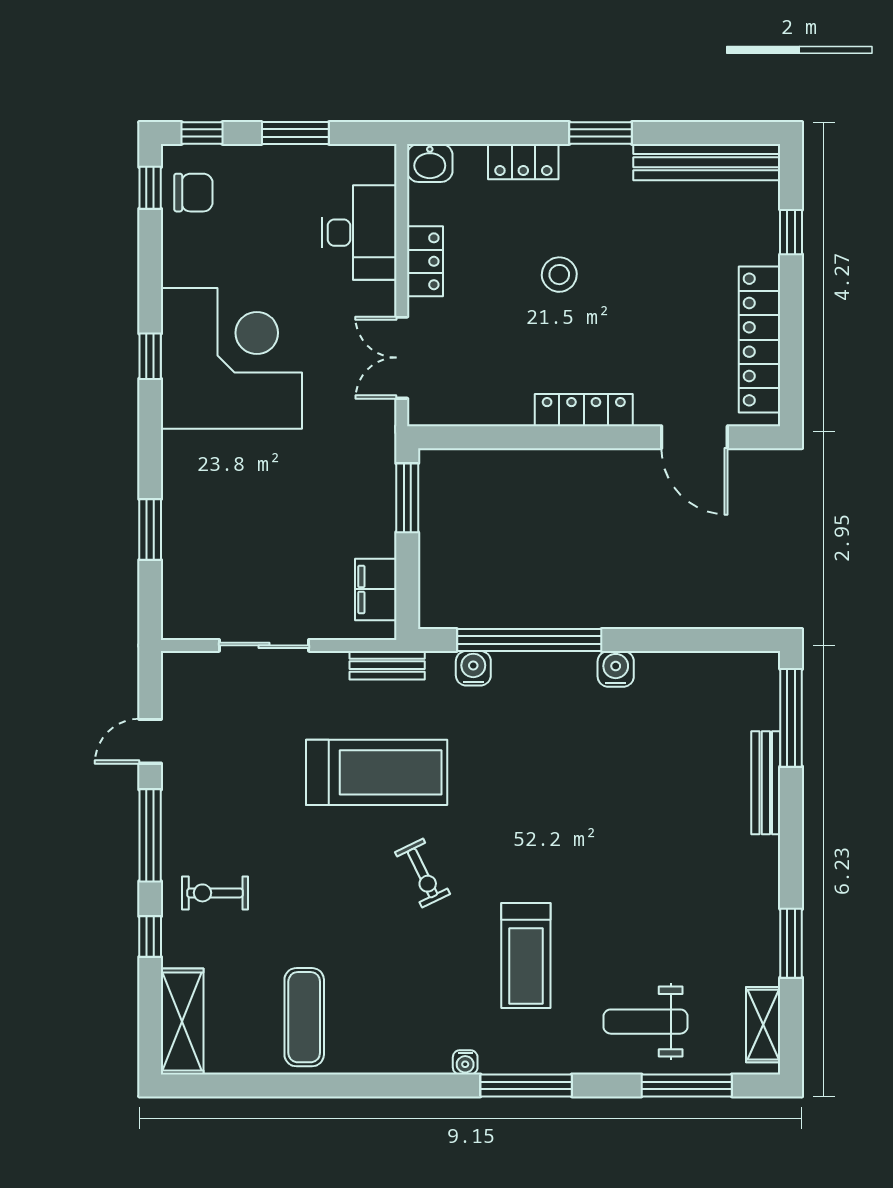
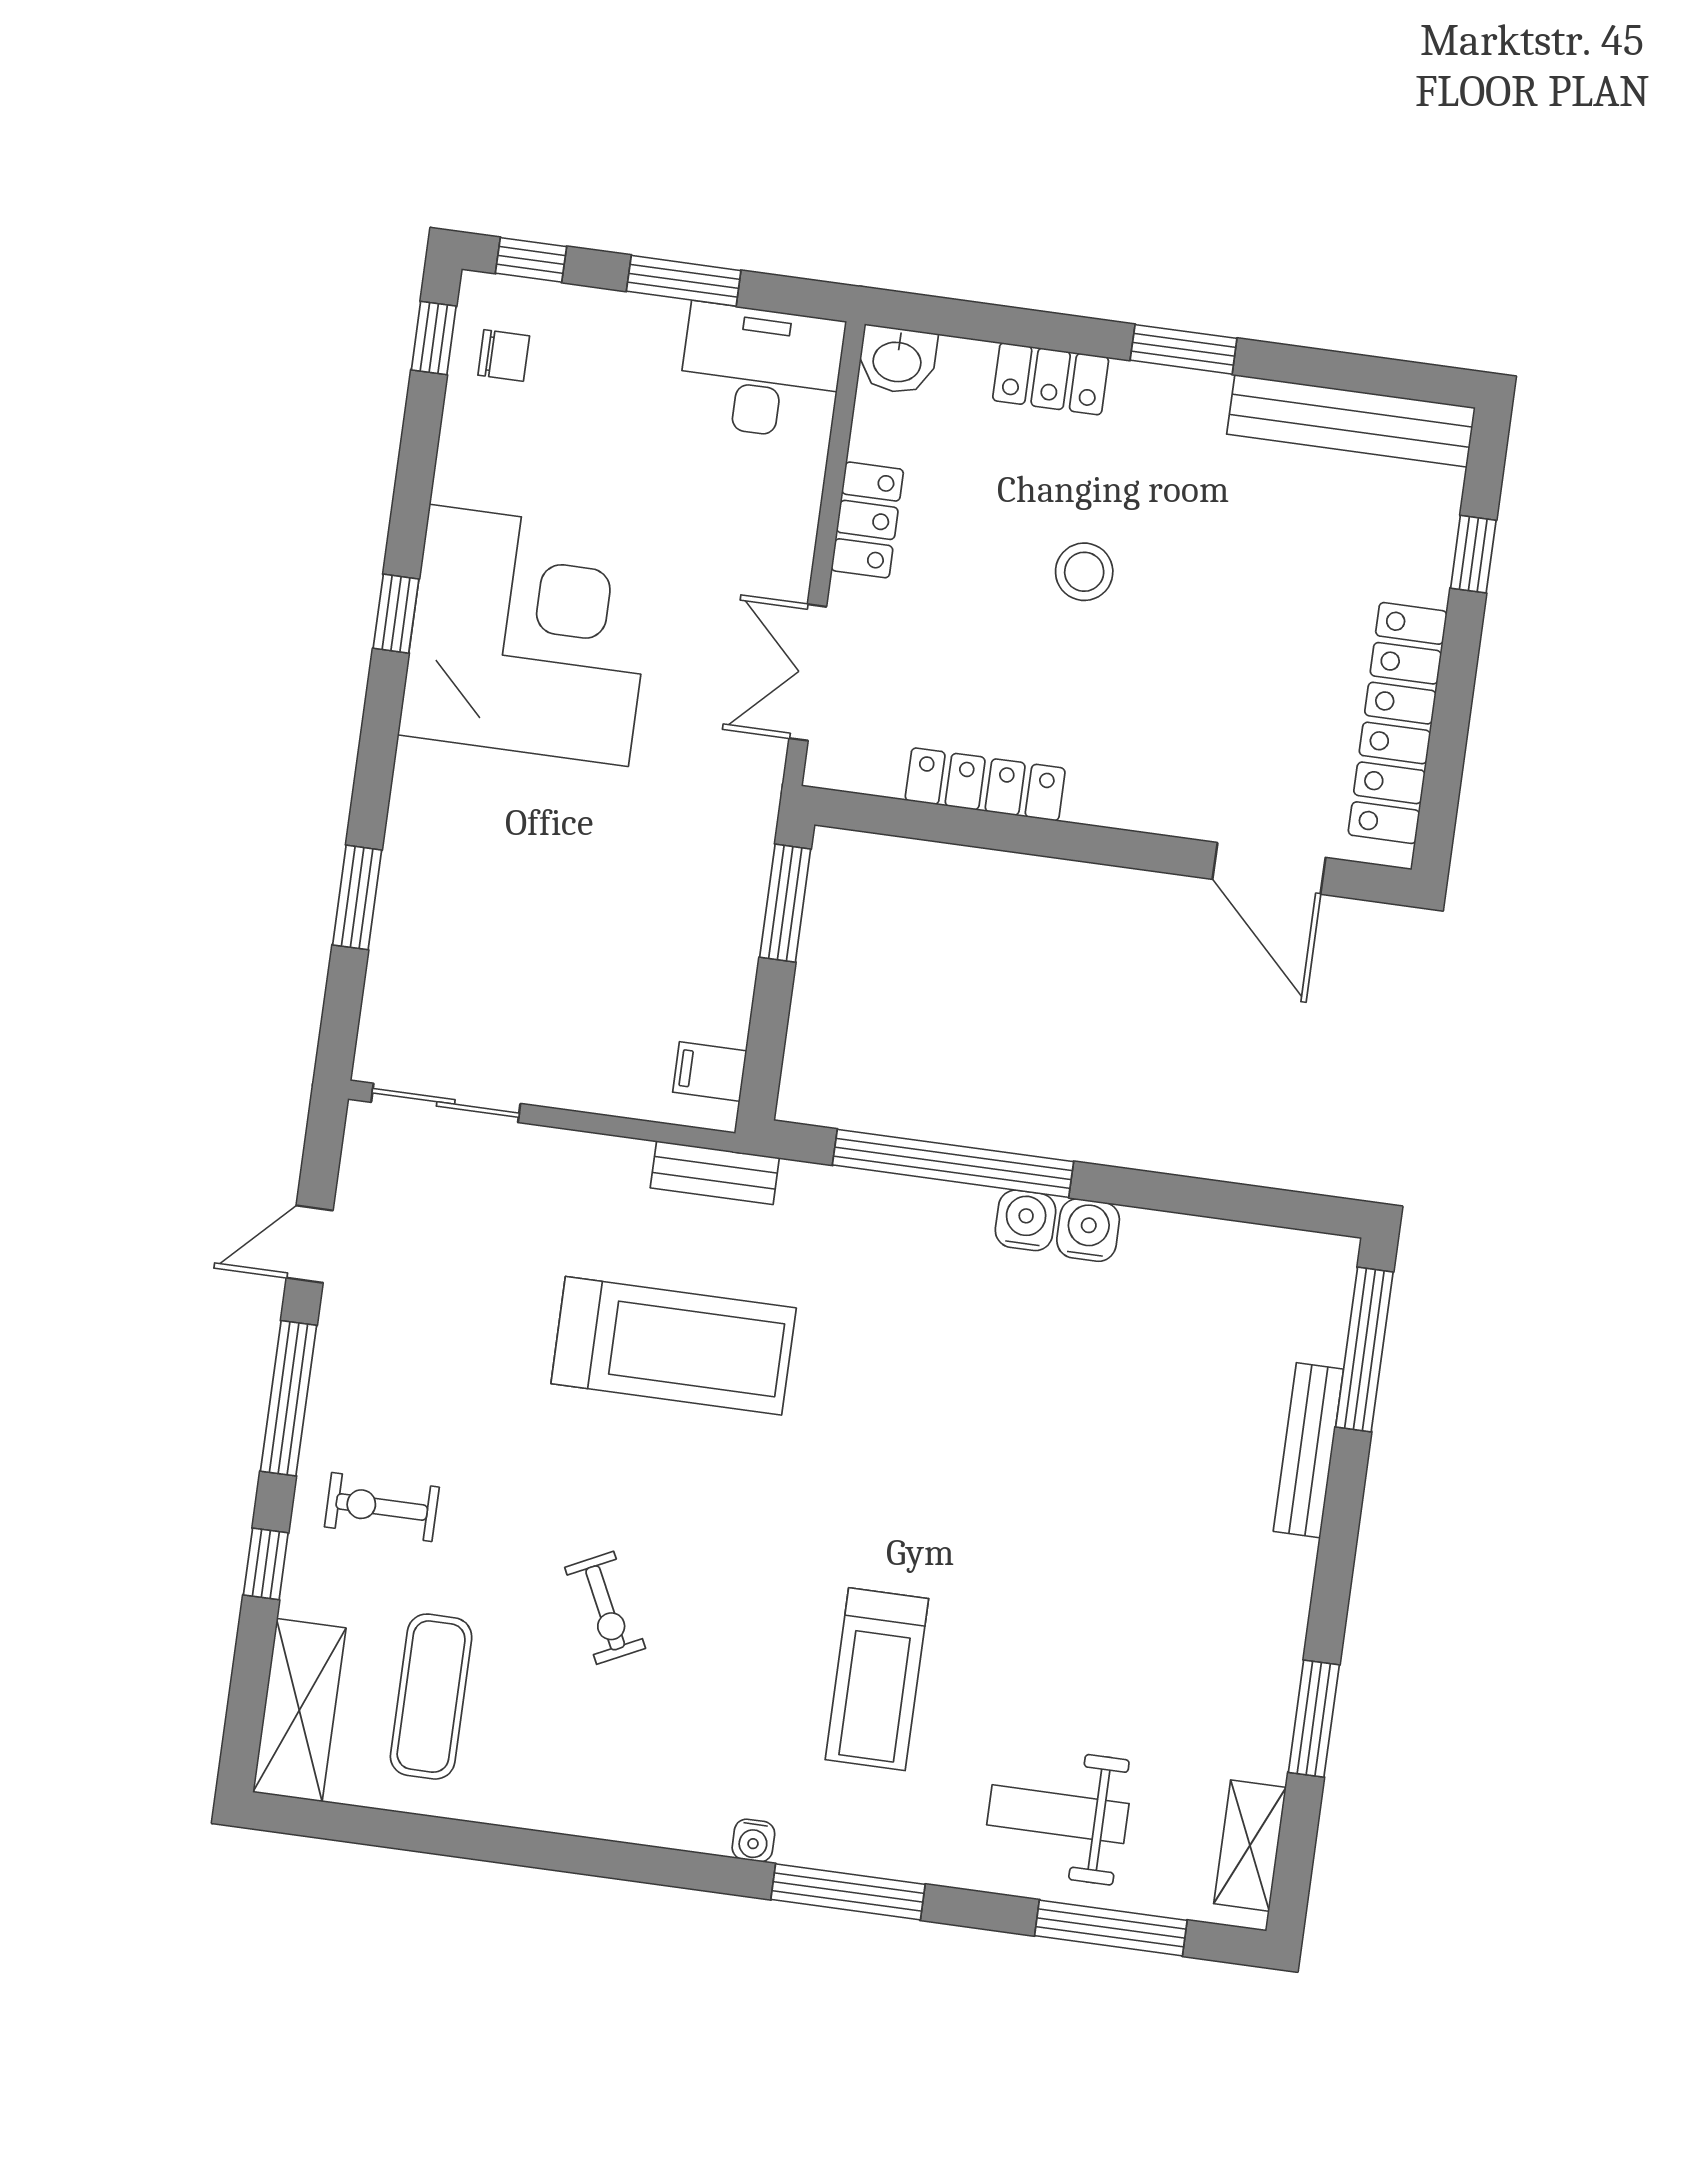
chair: (193, 193) -> (504, 355), width x0.73, depth x0.73
desk: (359, 233) -> (761, 372), moved, turned -90
locker: (584, 410) -> (985, 784), moved
filing cabinet: (376, 589) -> (710, 1071), width x0.50
sliding door: (264, 645) -> (446, 1103), moved
water cooler: (473, 668) -> (1025, 1220), moved
exercise bike: (423, 873) -> (605, 1608), moved
exercise mat: (304, 1017) -> (431, 1697), moved

